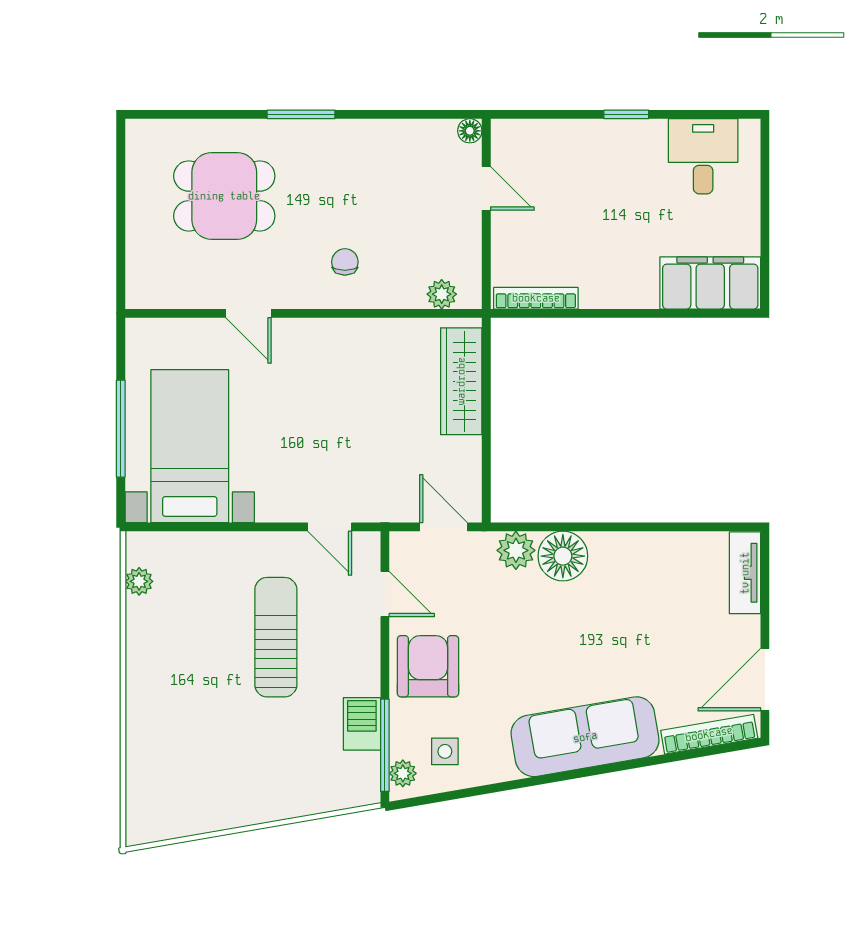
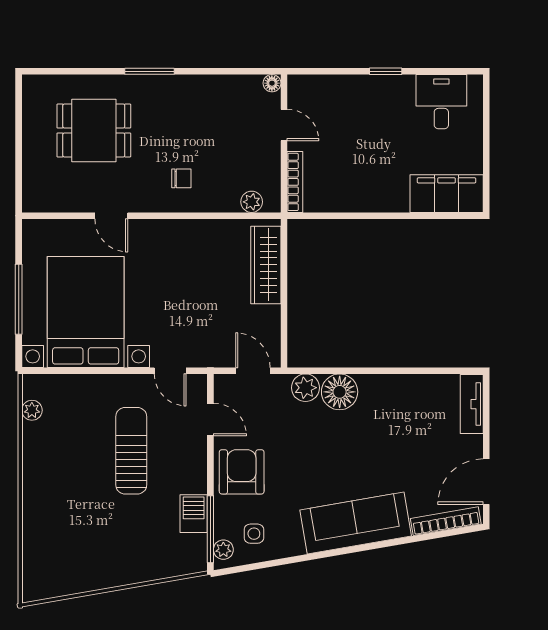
chair: (345, 262) -> (181, 178), turned 90
bookcase: (536, 298) -> (295, 182), moved, turned 90
bed with nightstands: (190, 446) -> (86, 312), width x1.36

